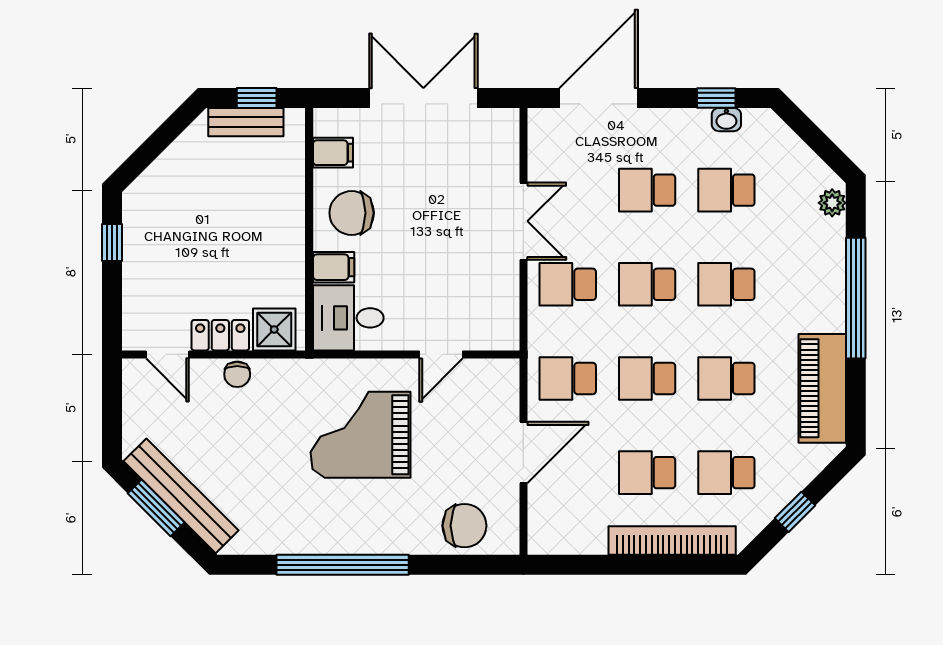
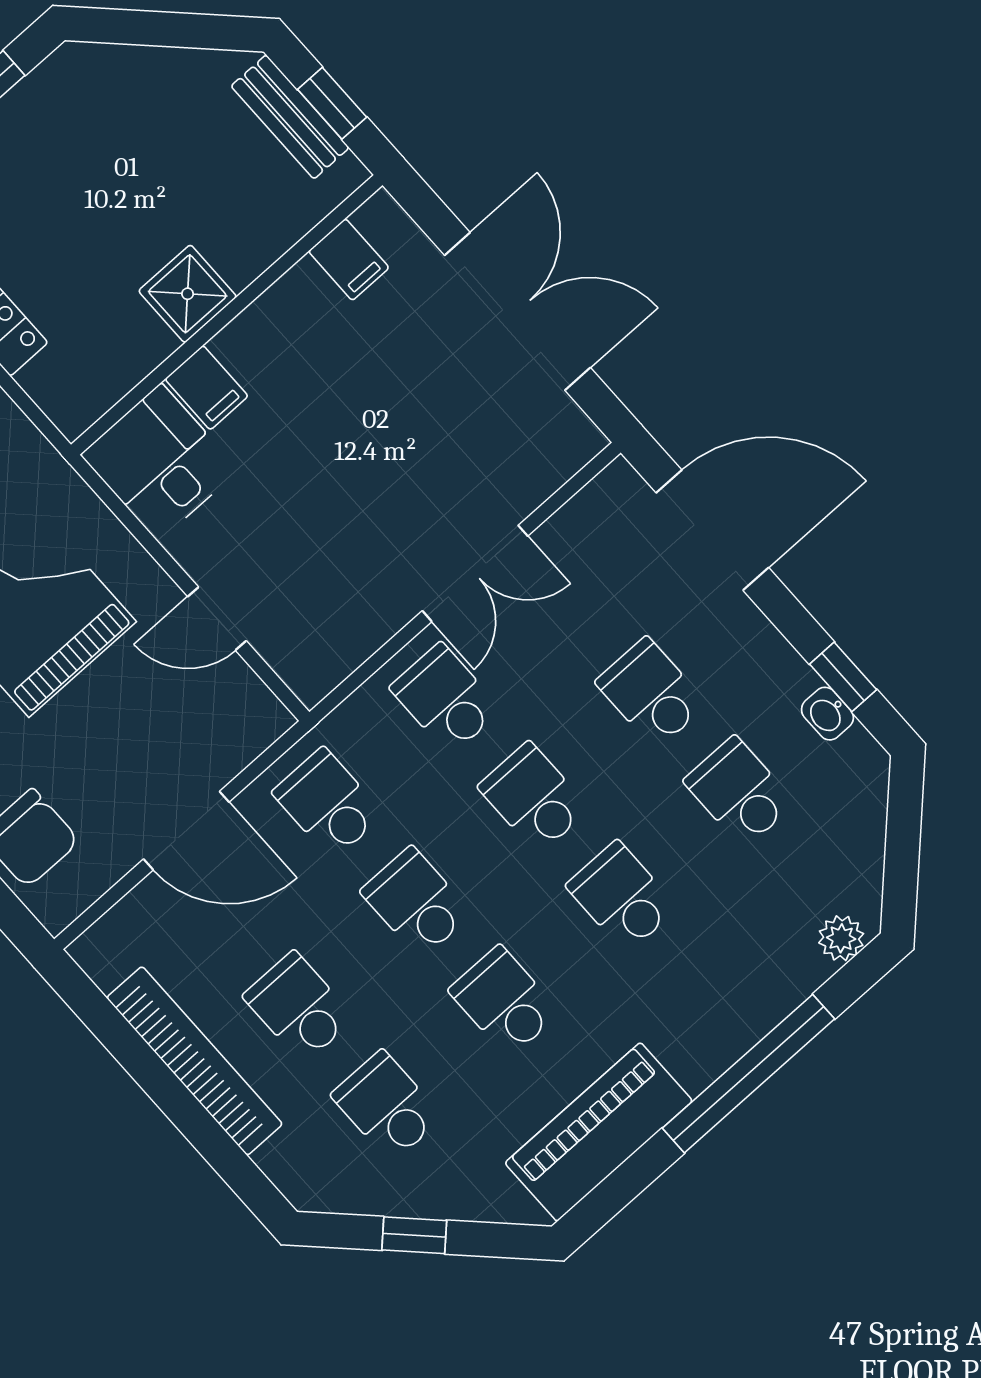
chair: (352, 213) -> (294, 350), removed
shower: (274, 329) -> (188, 294), moved
bookcase: (672, 541) -> (195, 1061), moved

